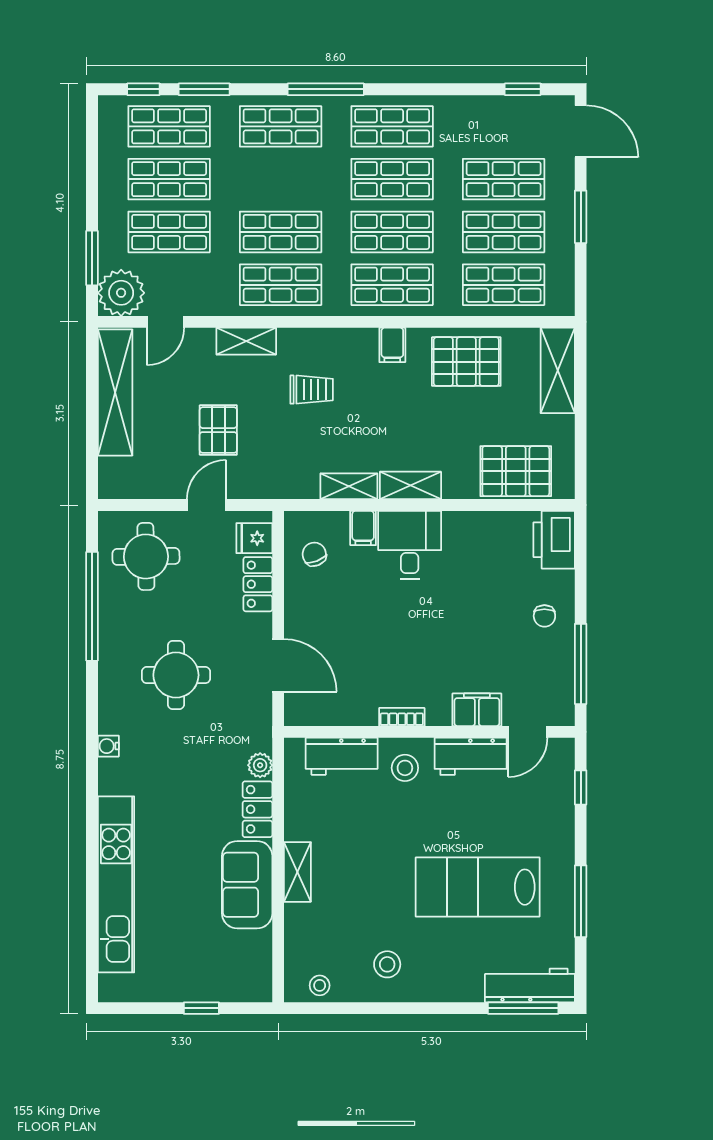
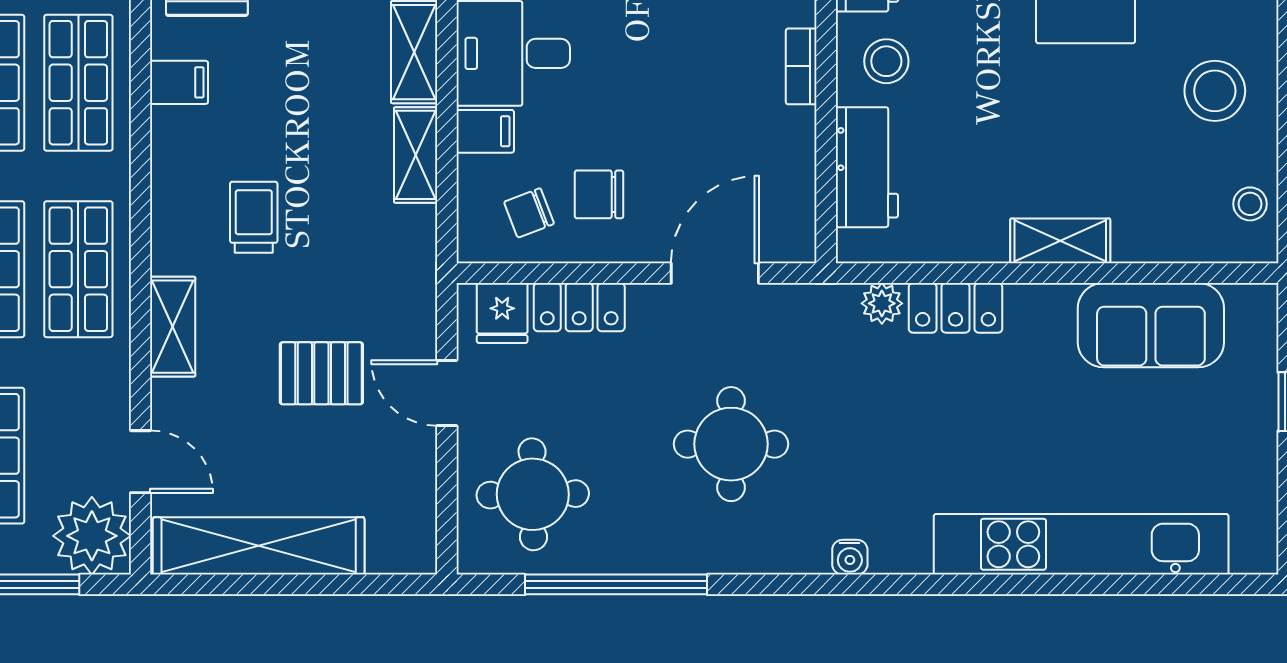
chair: (325, 596) -> (599, 194), added
sofa: (247, 885) -> (1151, 325), moved
stool: (387, 964) -> (1215, 91), width x1.38, depth x1.38

